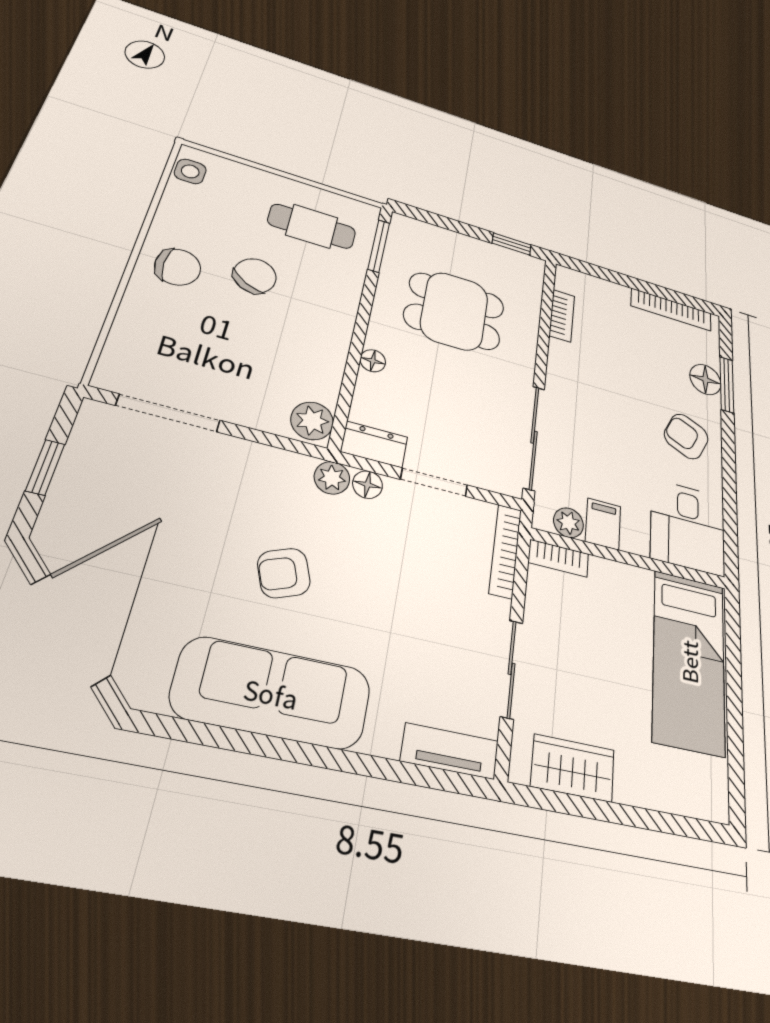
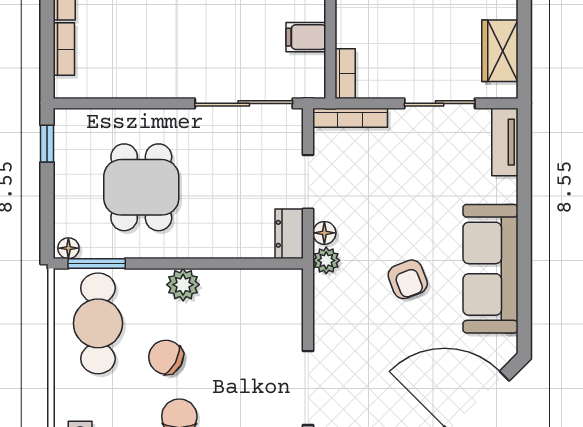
cafe table: (312, 226) -> (98, 323), width x1.37, depth x1.35
bookcase: (562, 316) -> (64, 49), moved, turned 90
floor lamp: (373, 361) -> (68, 248), moved
plant: (312, 421) -> (183, 285), moved
plant: (568, 523) -> (313, 67), removed

